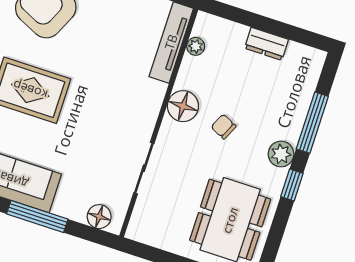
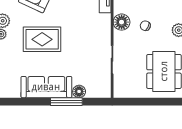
floor lamp: (99, 217) -> (79, 91), moved

